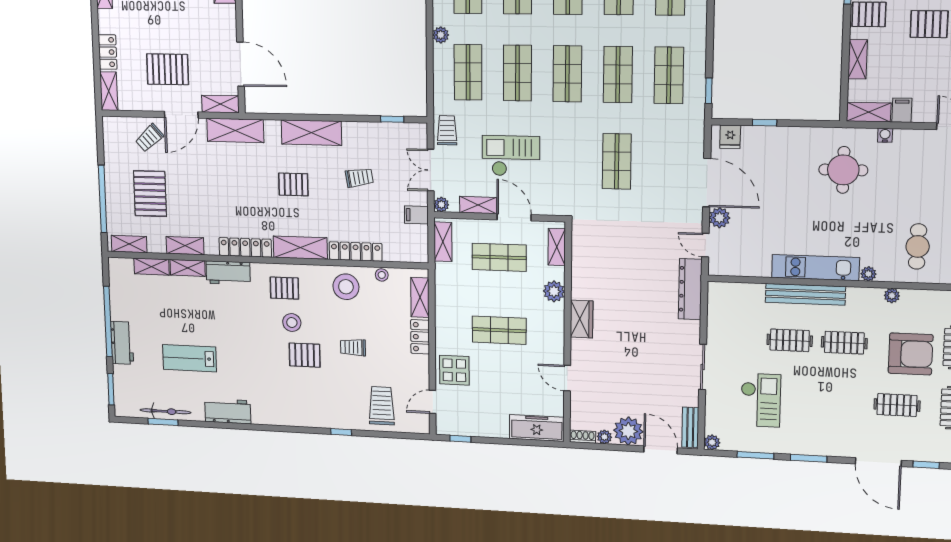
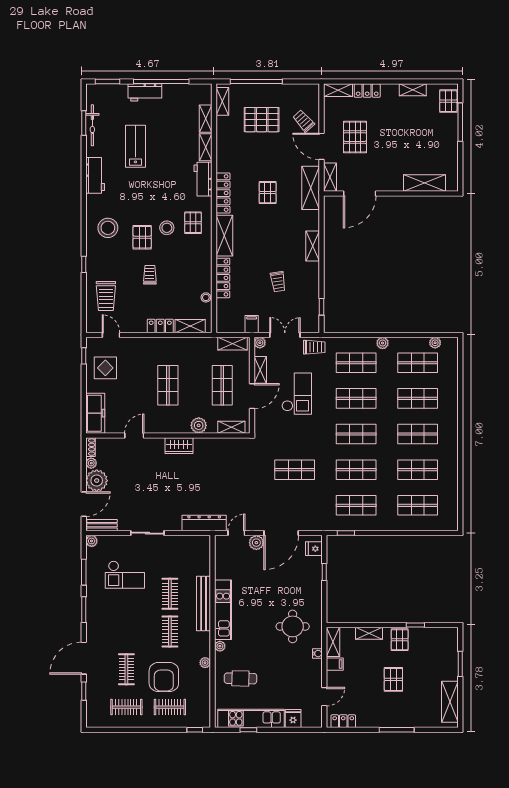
shelving: (311, 133) -> (313, 246), width x0.67, depth x0.75
pallet: (293, 184) -> (268, 193), moved
shelving: (185, 246) -> (223, 146), removed
stool: (346, 287) -> (108, 228), moved
display table: (454, 370) -> (105, 368), moved
trolley: (382, 406) -> (106, 296), turned 90

